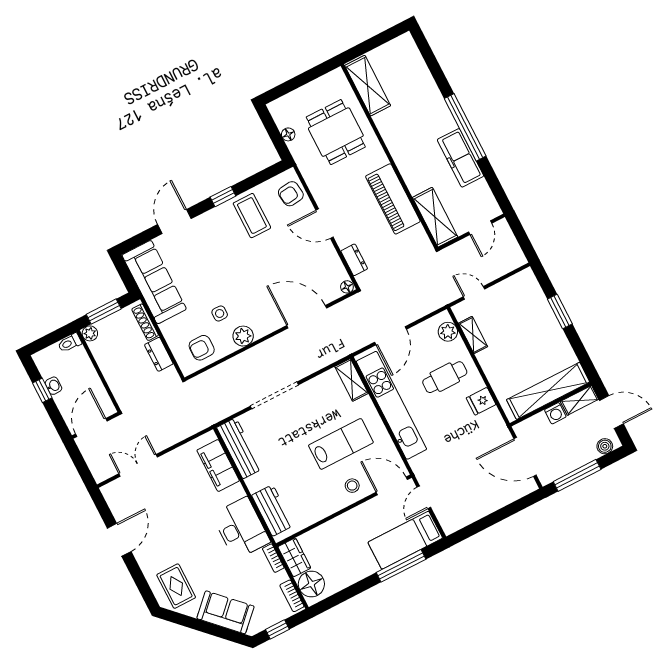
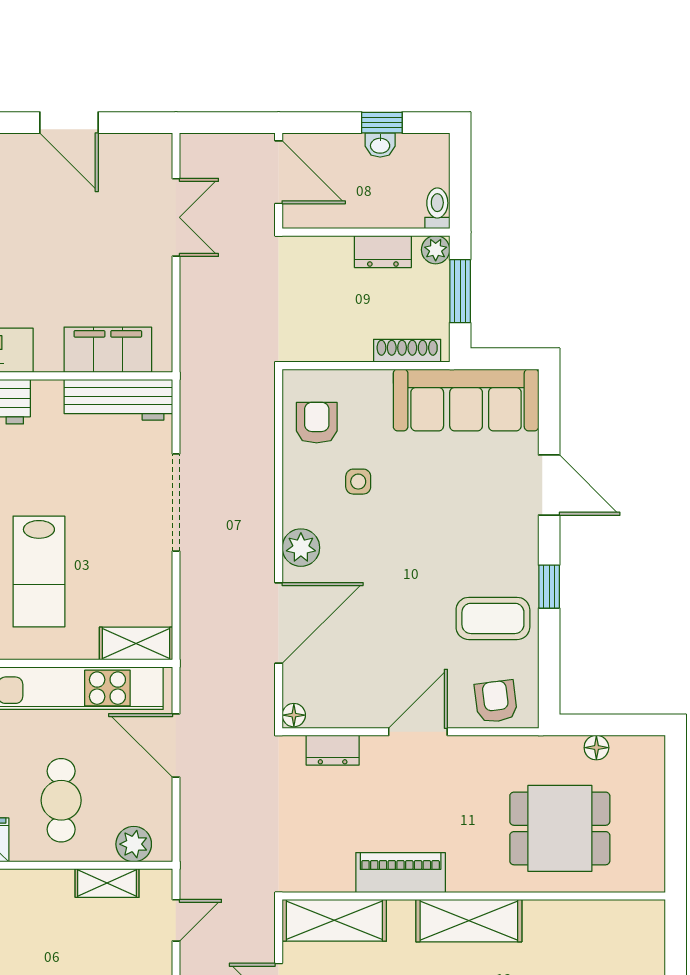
shelving: (368, 86) -> (469, 921), moved
piano: (393, 199) -> (401, 873), width x0.73, depth x0.75
plant: (243, 336) -> (301, 548), moved
dresser: (159, 354) -> (383, 252), moved, turned 180

